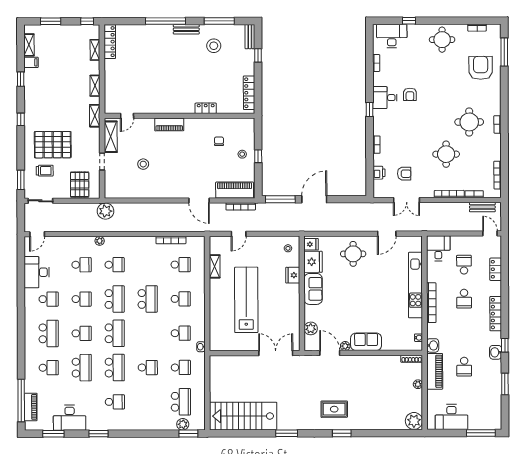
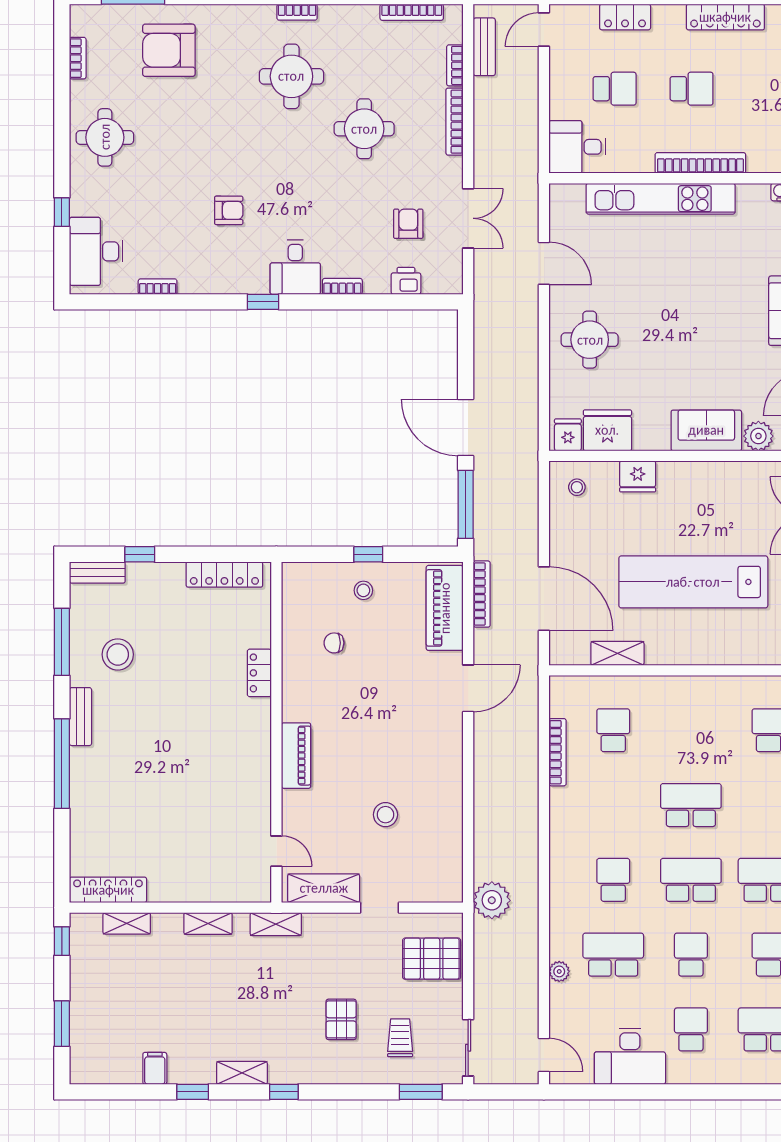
shelving: (29, 45) -> (242, 1073), moved
desk: (385, 98) -> (295, 267), moved
pallet: (53, 145) -> (341, 1019), width x0.49, depth x0.50
door: (239, 234) -> (544, 599), width x1.87
plant: (100, 241) -> (559, 971), moved
school desk: (82, 265) -> (613, 955), width x1.85
school desk: (464, 265) -> (615, 89), turned 180
sofa: (313, 289) -> (706, 430), moved
school desk: (181, 299) -> (691, 730), removed

